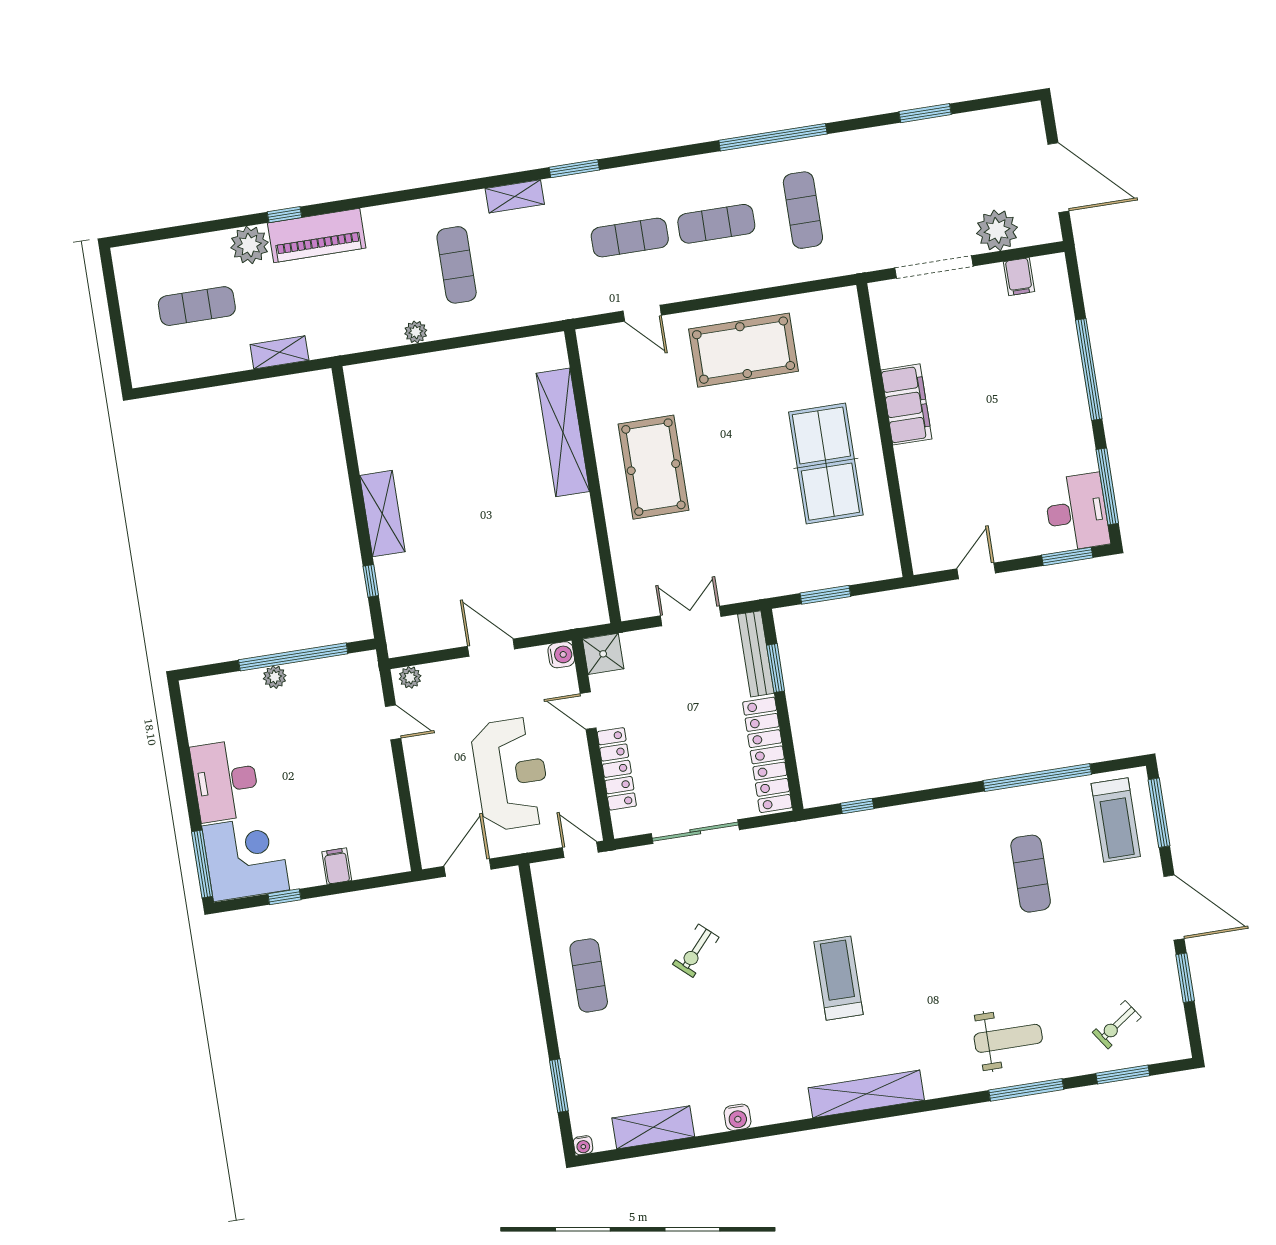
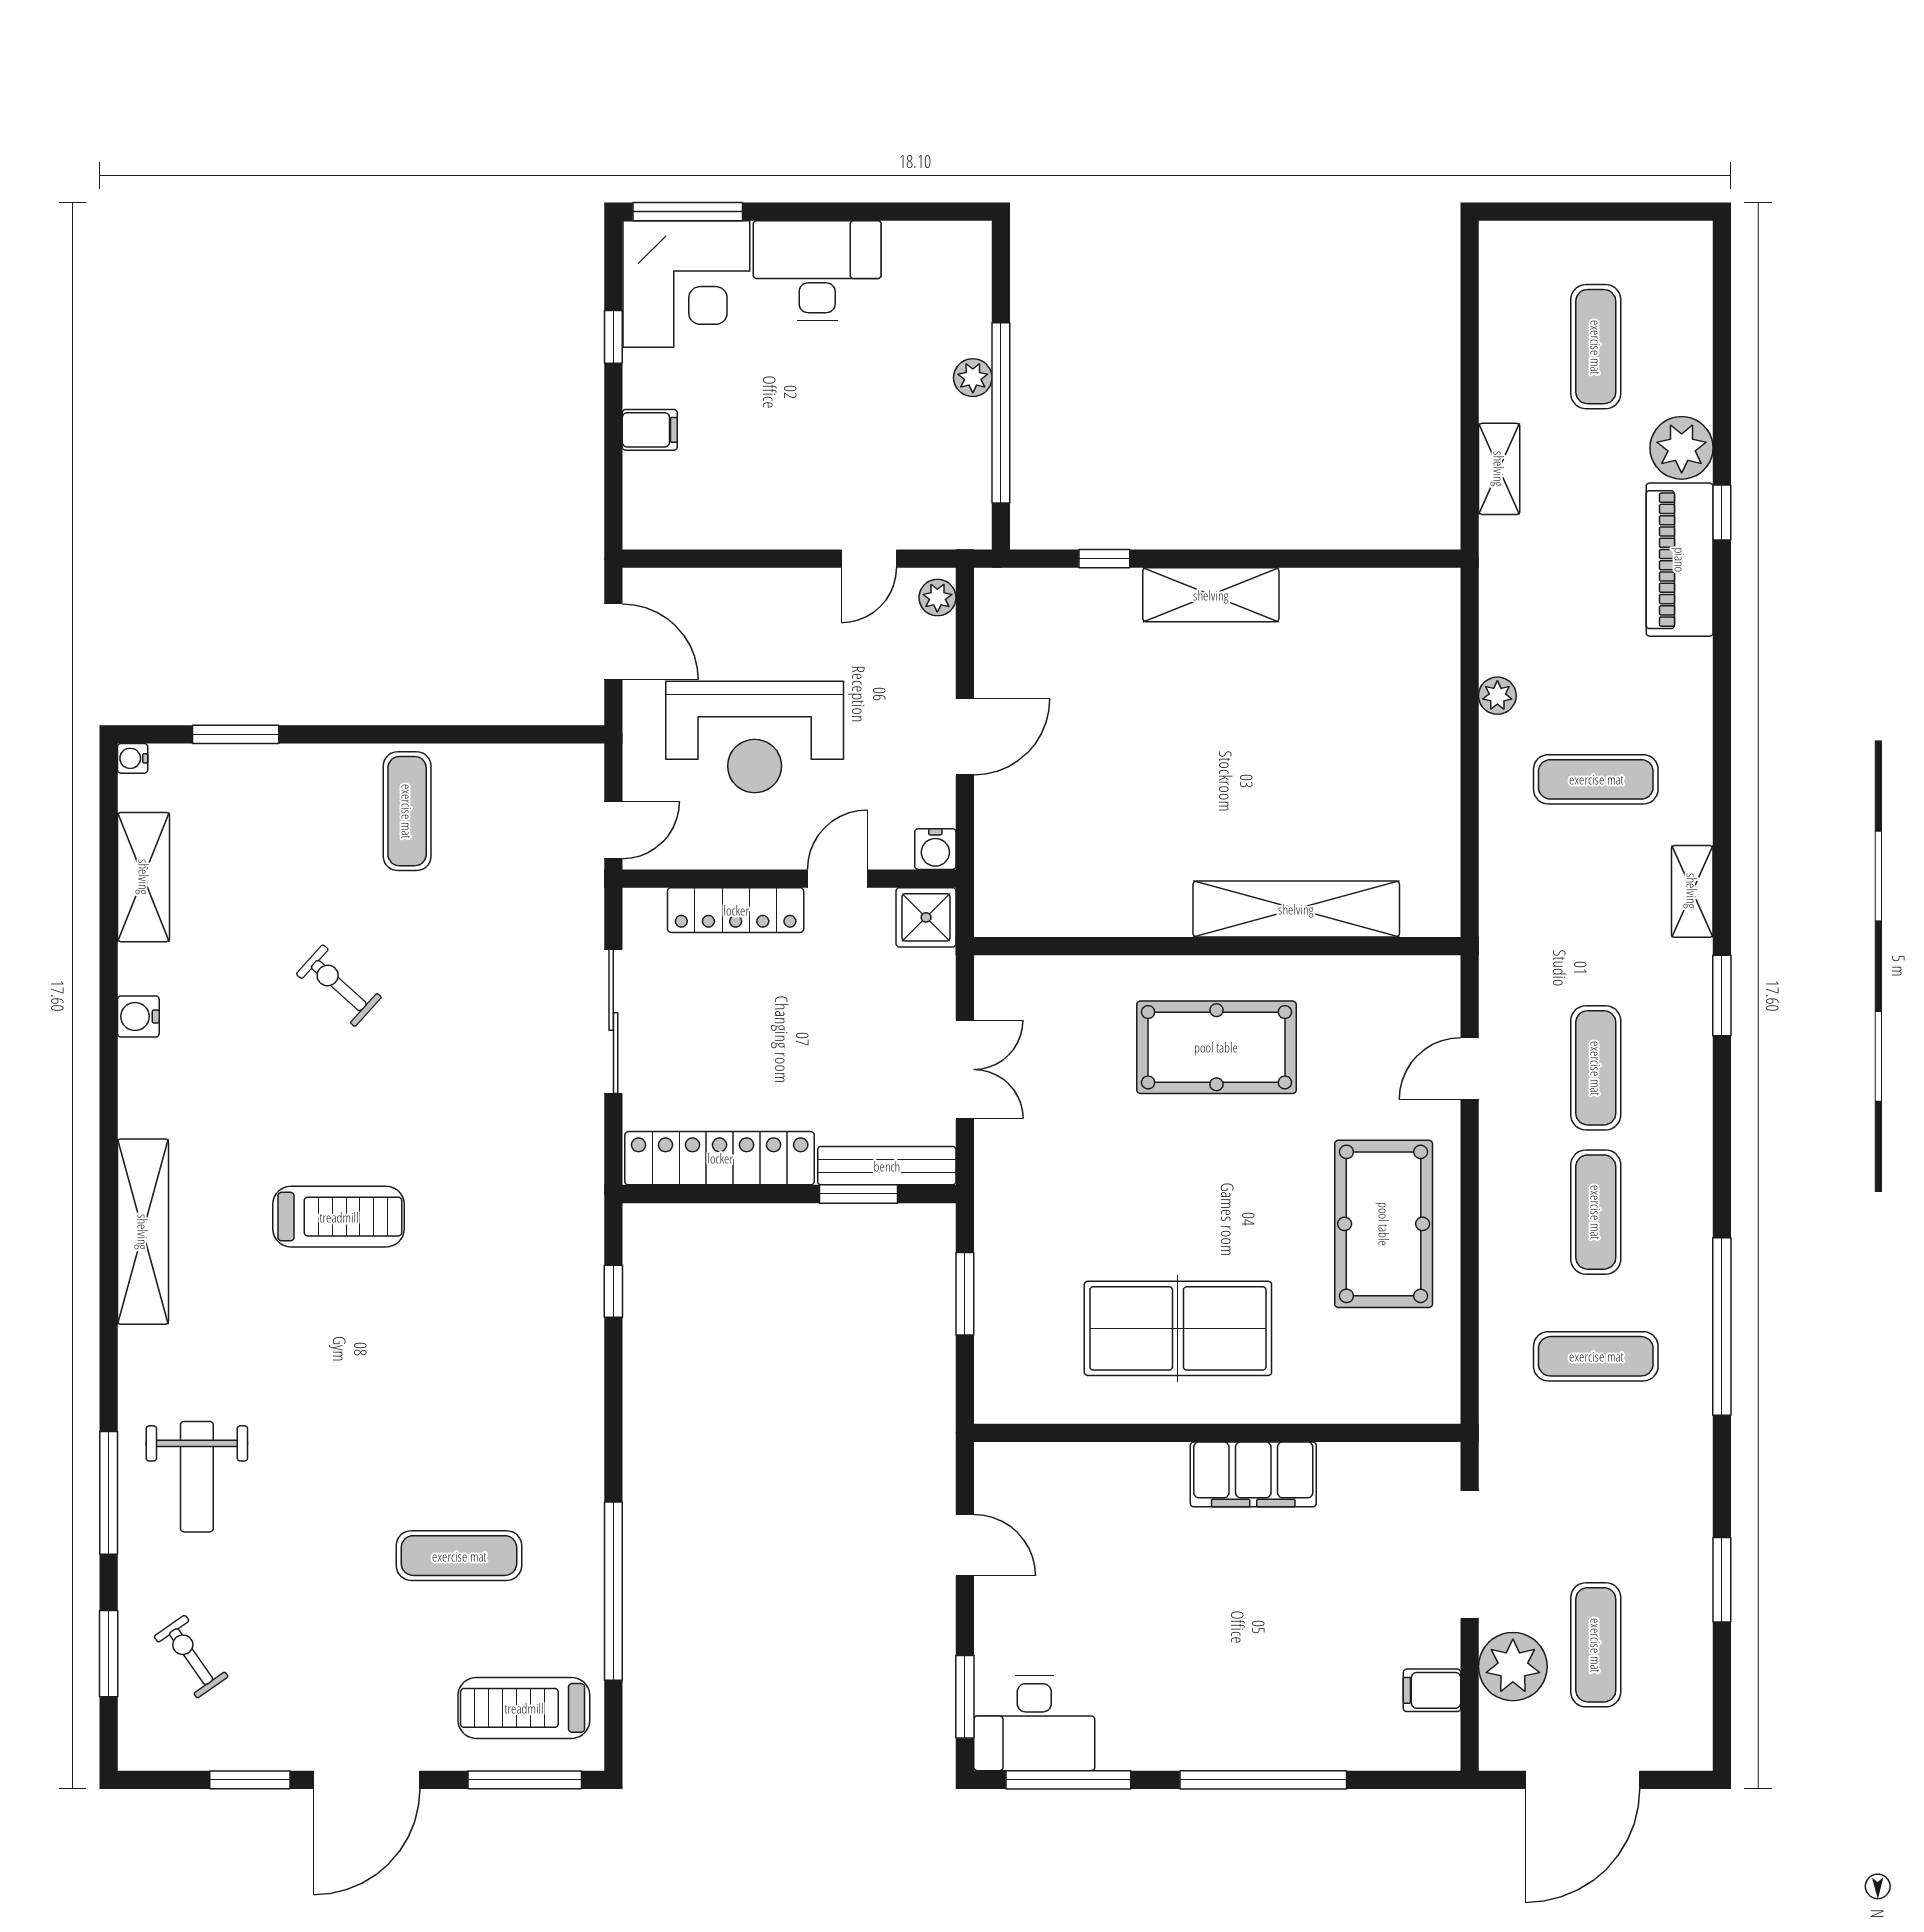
exercise mat: (976, 183) -> (1596, 1645), added
exercise bike: (696, 951) -> (339, 986), moved
exercise mat: (589, 975) -> (407, 811), turned 90

